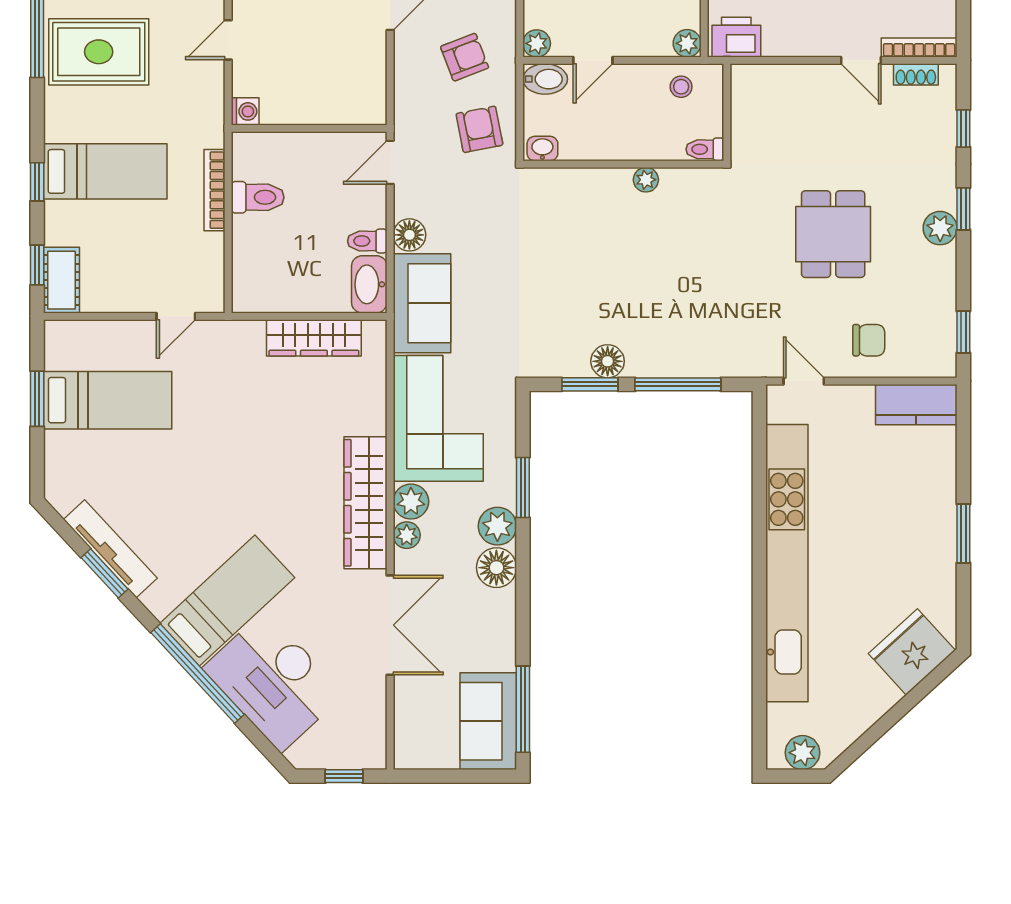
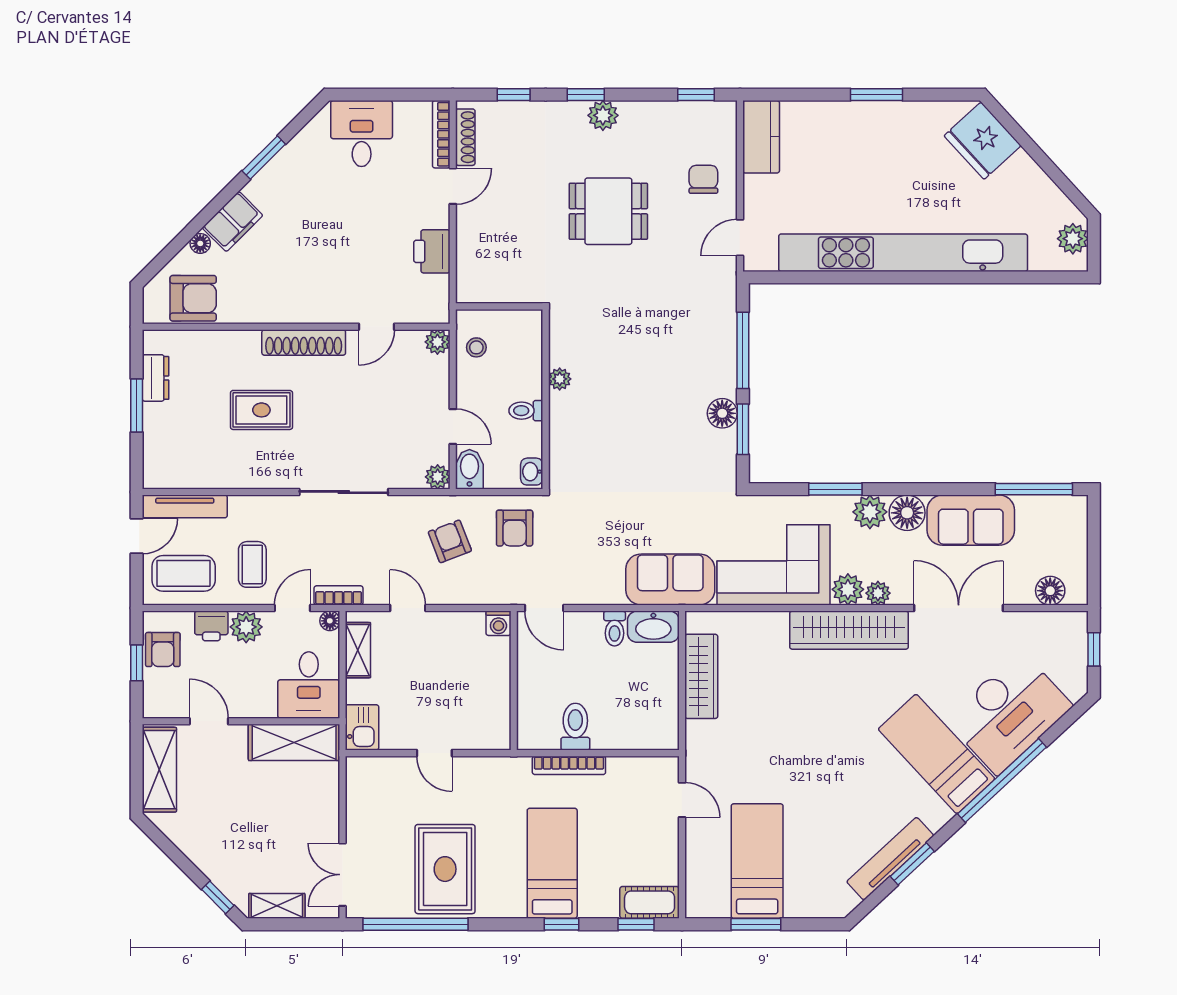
printer: (736, 37) -> (432, 251), moved
shoe rack: (916, 74) -> (465, 137), width x1.43
washing machine: (245, 111) -> (498, 623), moved, turned 180
armchair: (479, 129) -> (515, 528), turned -79
toilet: (705, 149) -> (526, 411), moved, turned 90
floor lamp: (409, 235) -> (1050, 591), moved
sofa: (488, 721) -> (971, 520), moved

